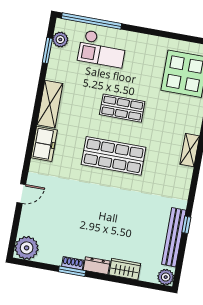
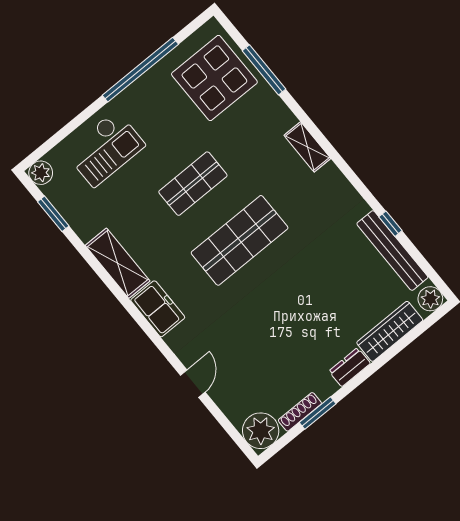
window: (91, 21) -> (140, 70), moved
plant: (60, 40) -> (41, 173), moved
shoe rack: (73, 263) -> (300, 412), moved, width x1.43
wardrobe: (125, 269) -> (390, 331), width x1.50
window: (72, 271) -> (318, 413), moved

